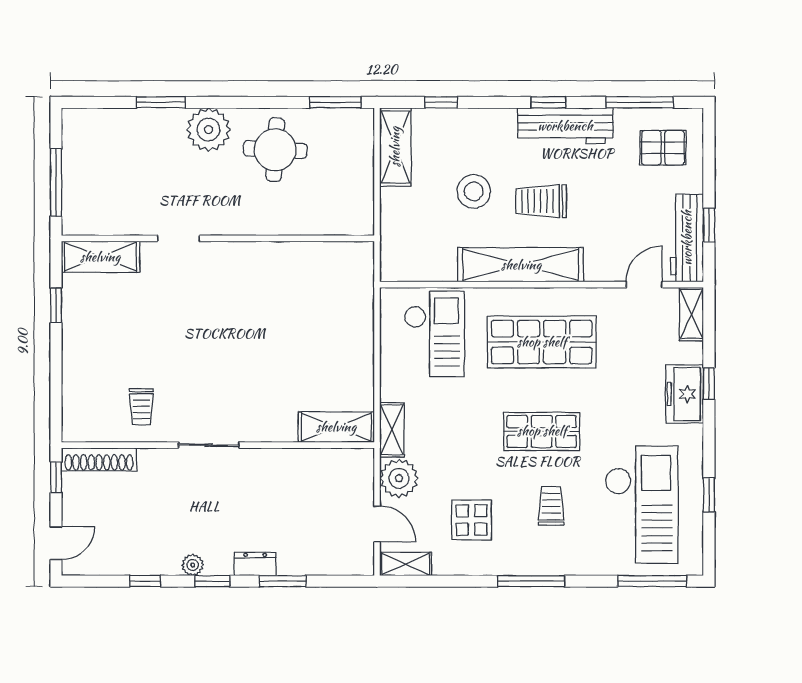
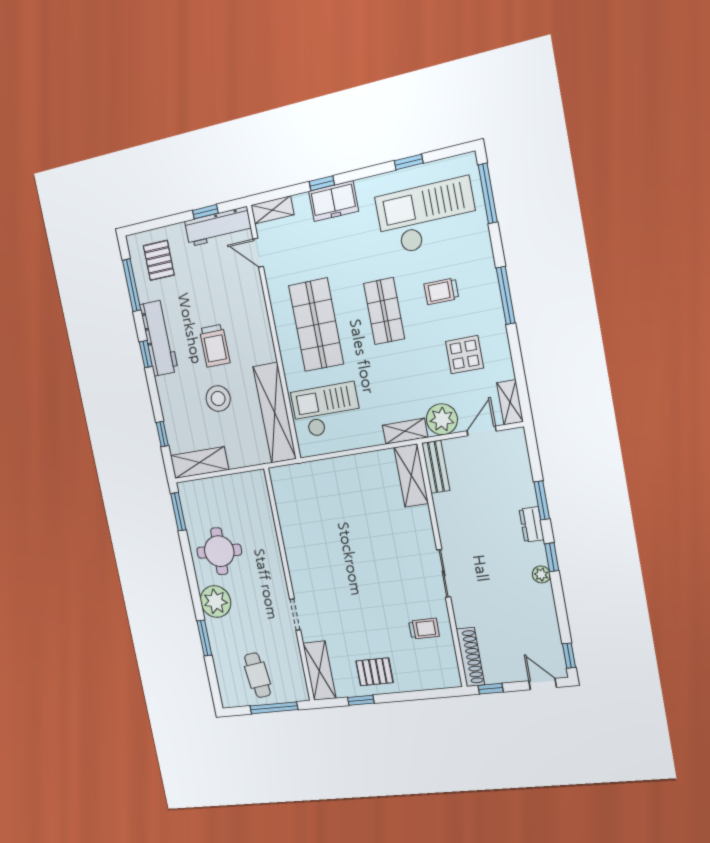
cafe table: (103, 168) -> (257, 675), added
shelving: (521, 265) -> (275, 413), moved
pallet: (92, 331) -> (374, 672), added
bench: (342, 460) -> (436, 467), added
window: (145, 581) -> (569, 656), moved

